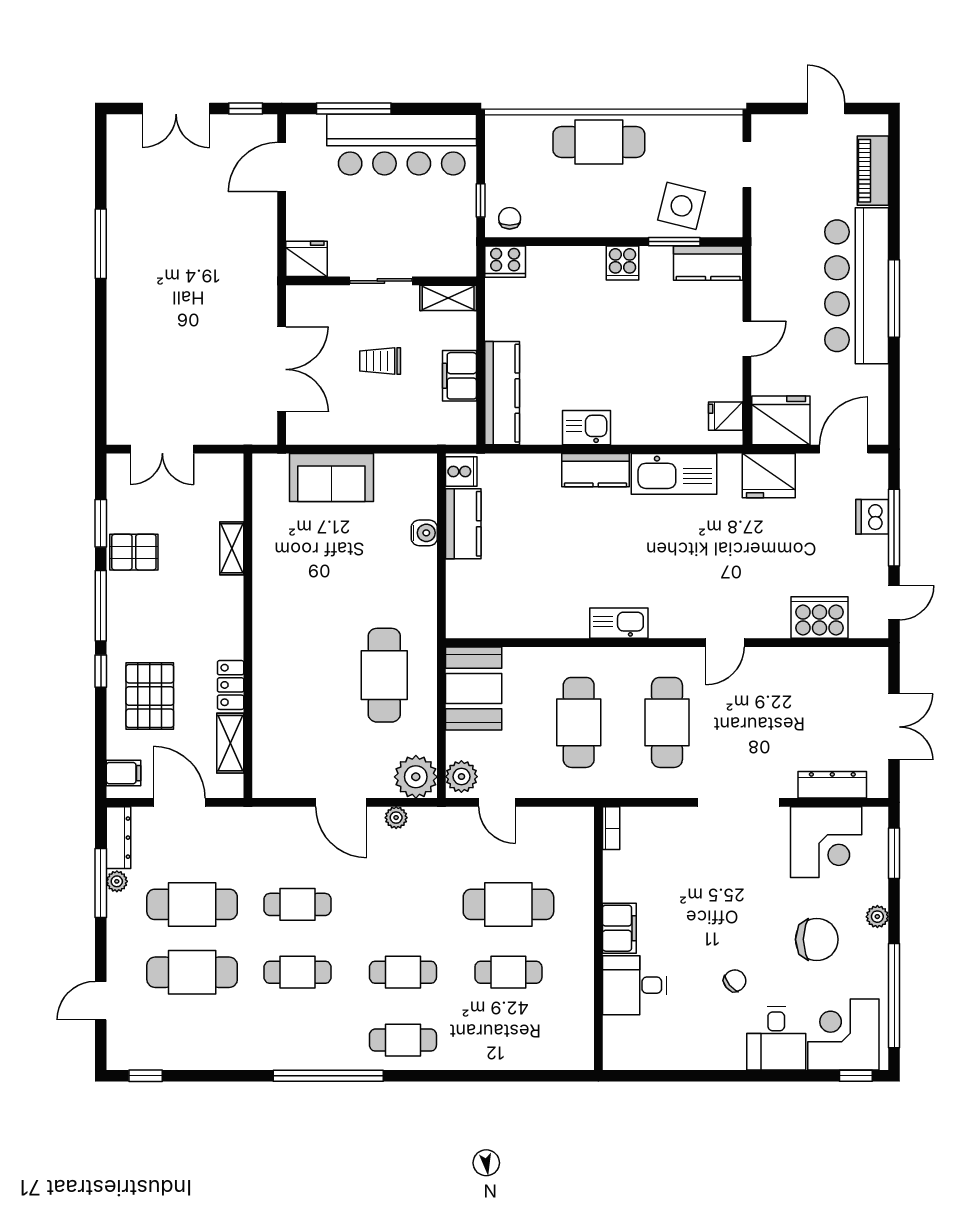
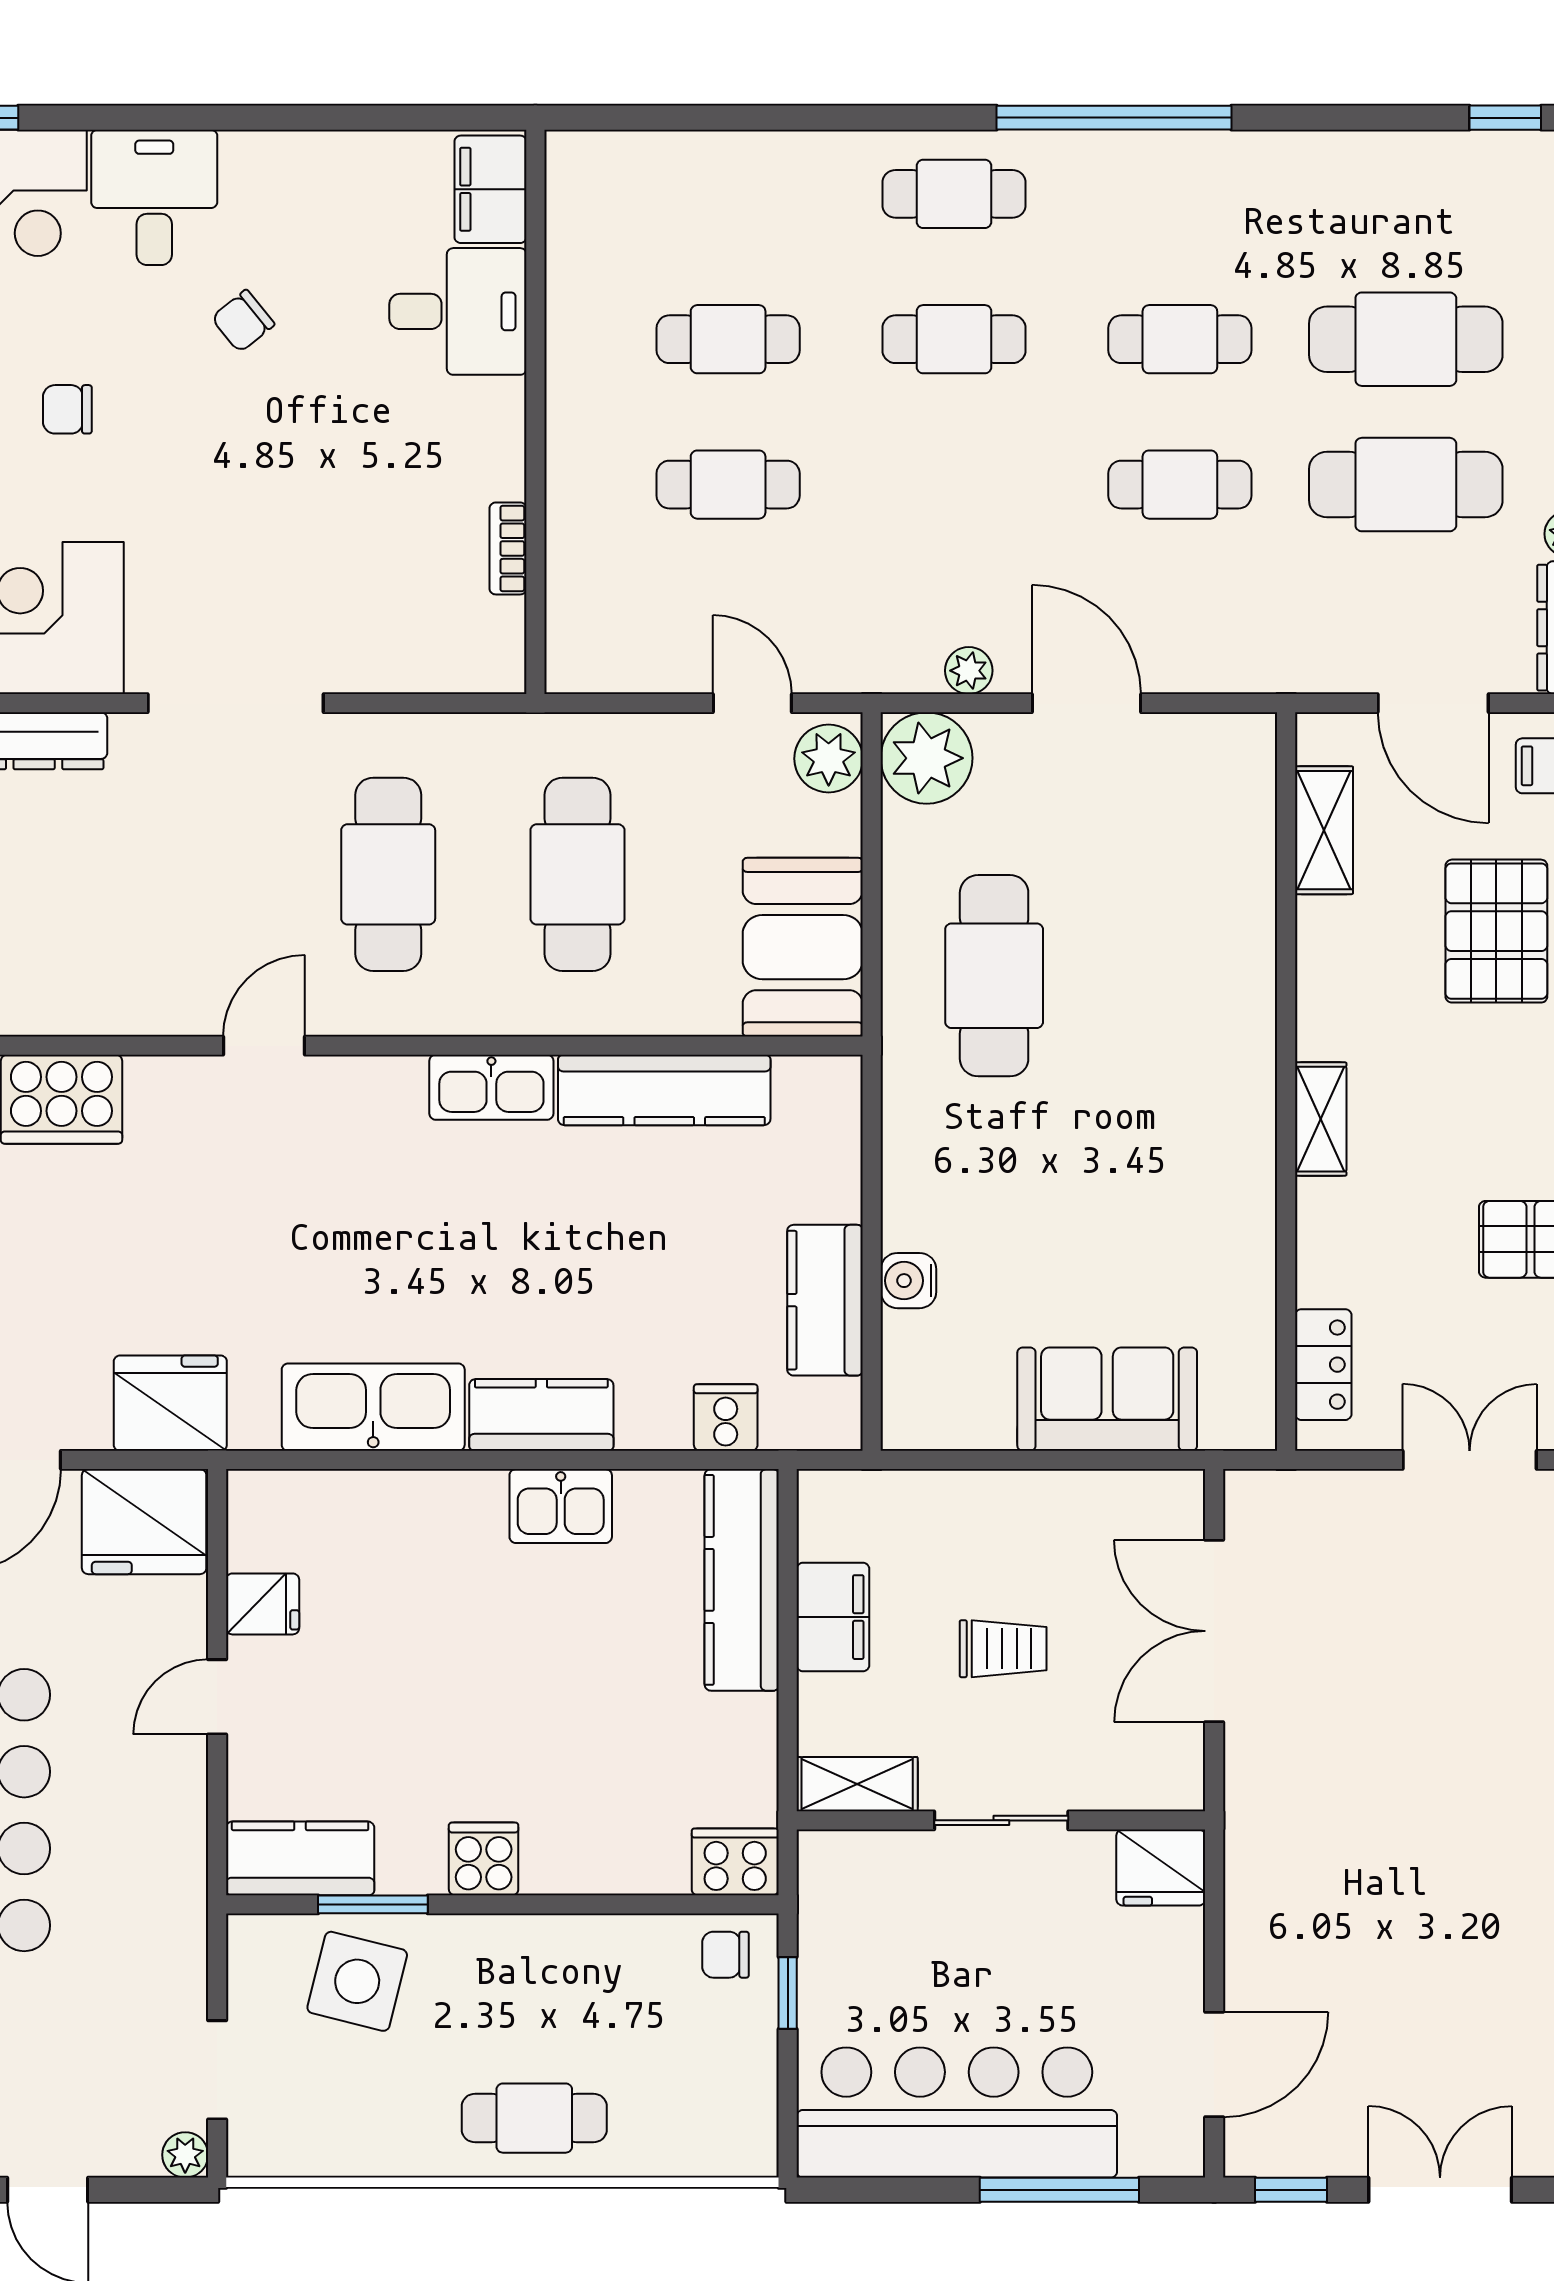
plant: (762, 125) -> (185, 2155), added
cafe table: (599, 142) -> (534, 2118), width x0.73, depth x0.74
chair: (510, 218) -> (725, 1955), turned 90
fridge: (726, 416) -> (263, 1604), moved
cooker: (461, 471) -> (726, 1418), moved, turned 90
shelving: (232, 548) -> (1321, 1119), moved
kitchen counter: (538, 622) -> (664, 1090), added
locker: (231, 685) -> (1323, 1365), moved
bookcase: (611, 828) -> (508, 548), moved
cafe table: (508, 904) -> (728, 485), width x0.73, depth x0.74
filing cabinet: (619, 928) -> (490, 189), moved
chair: (817, 939) -> (67, 409), width x0.54, depth x0.54

